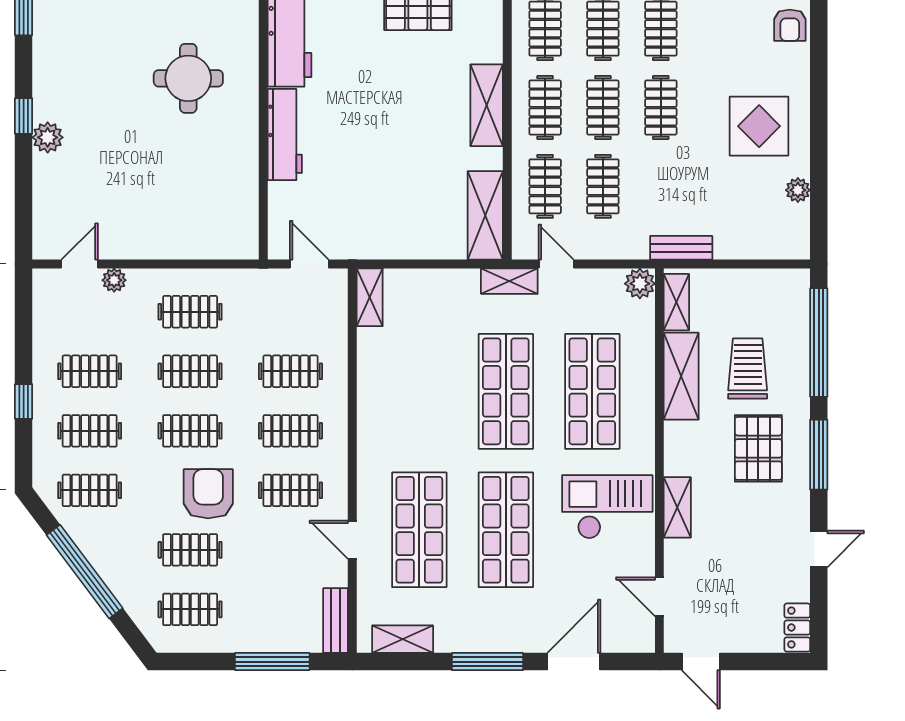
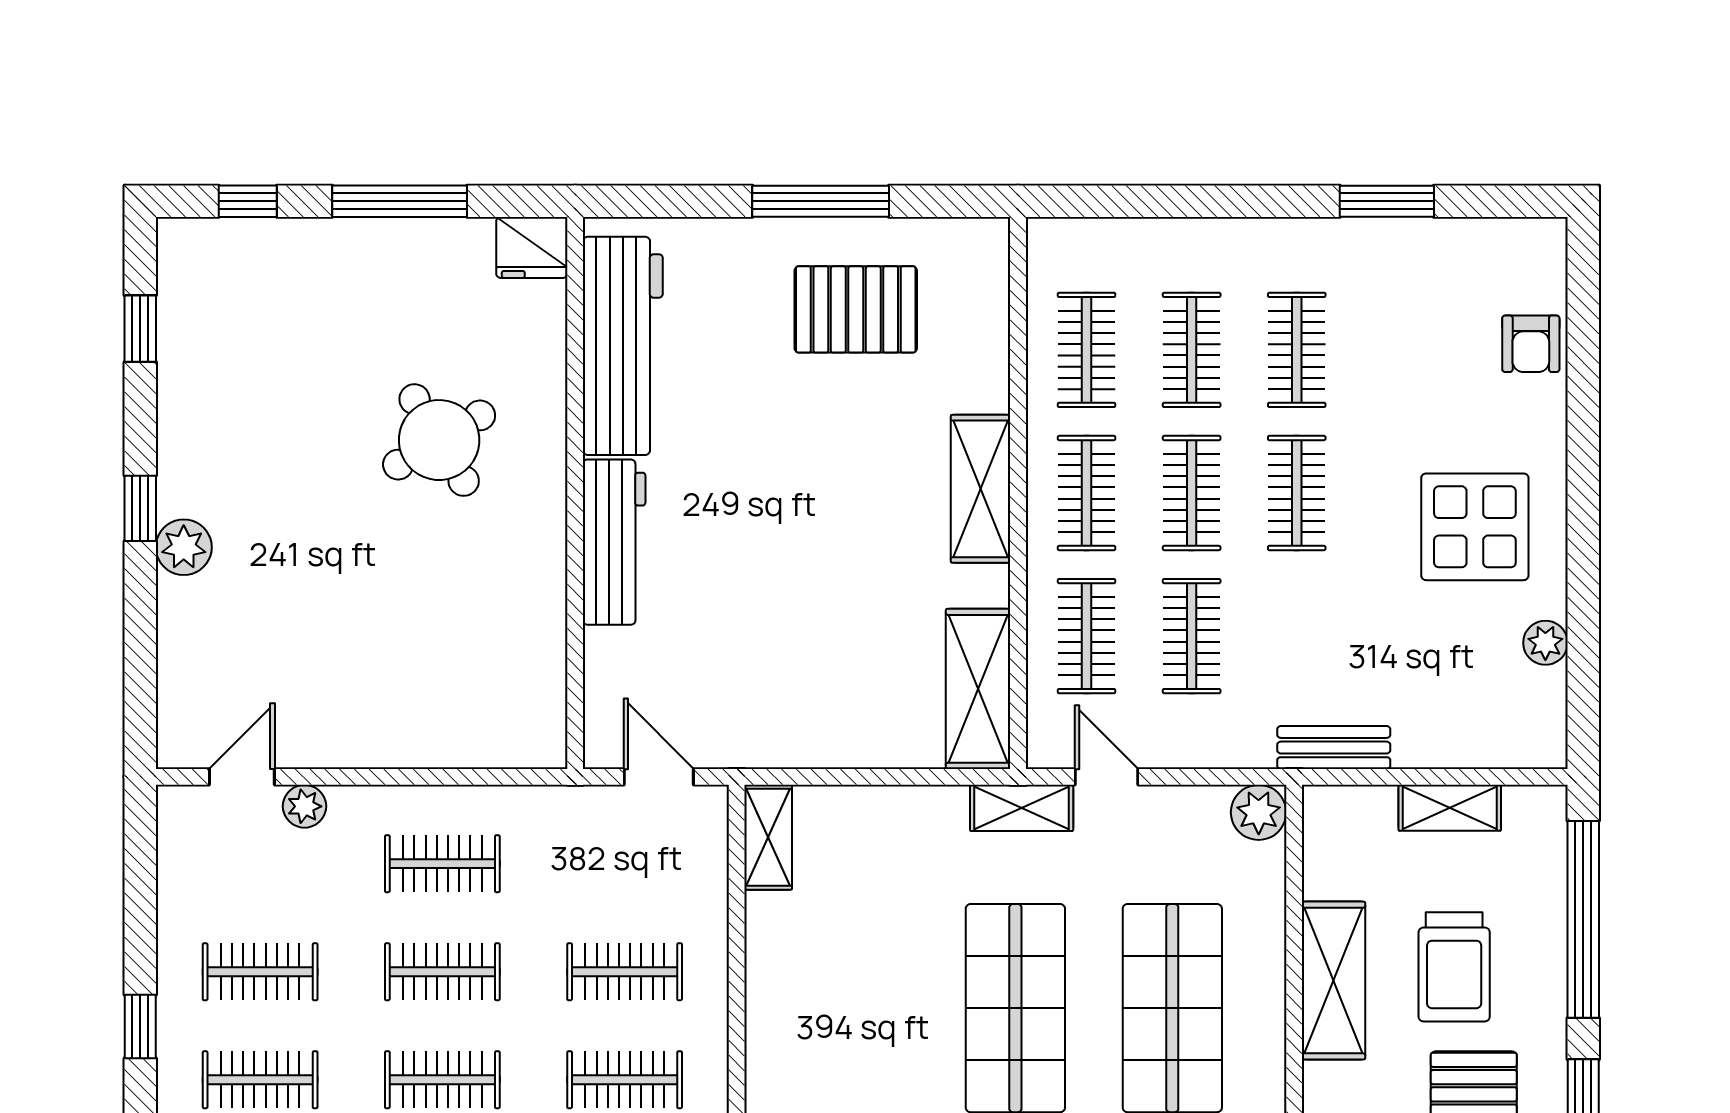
round table: (188, 78) -> (439, 440), turned -31
shelving: (676, 302) -> (1450, 808), moved, turned 90
trolley: (748, 369) -> (1454, 967), turned 180

